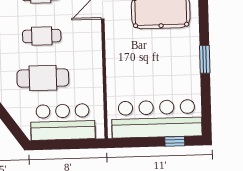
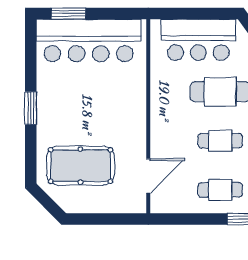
window: (175, 141) -> (68, 14), width x1.50

